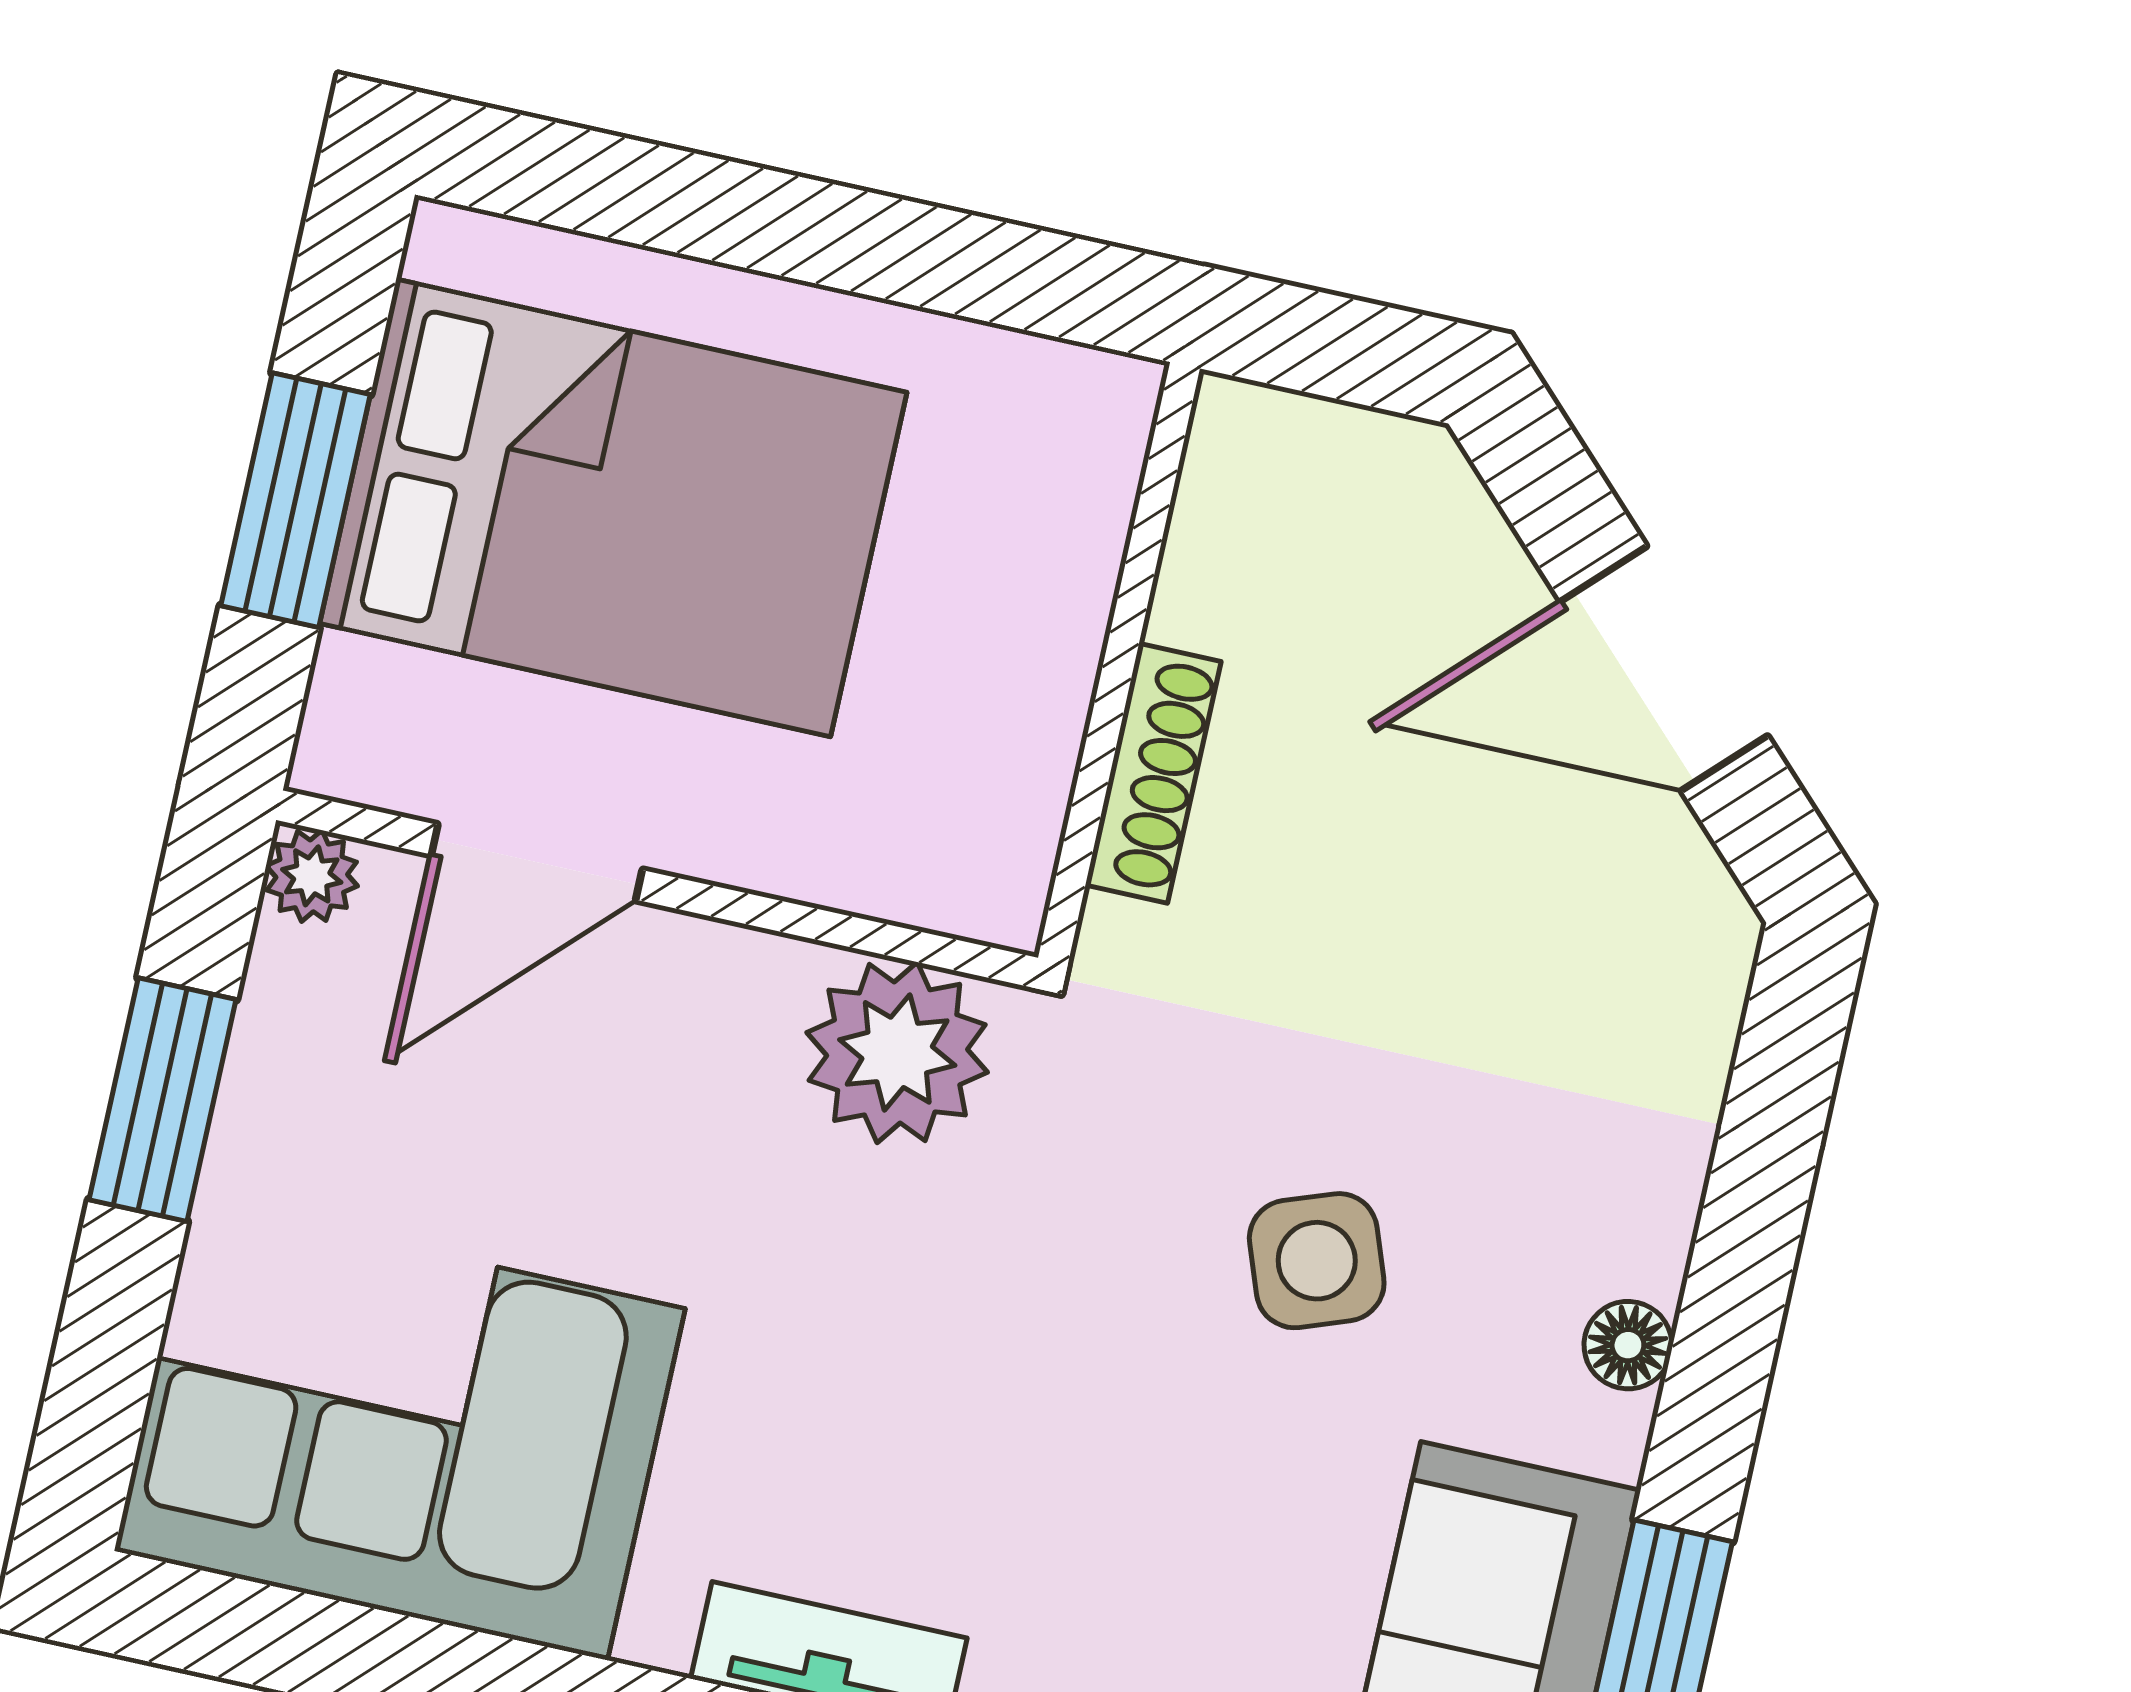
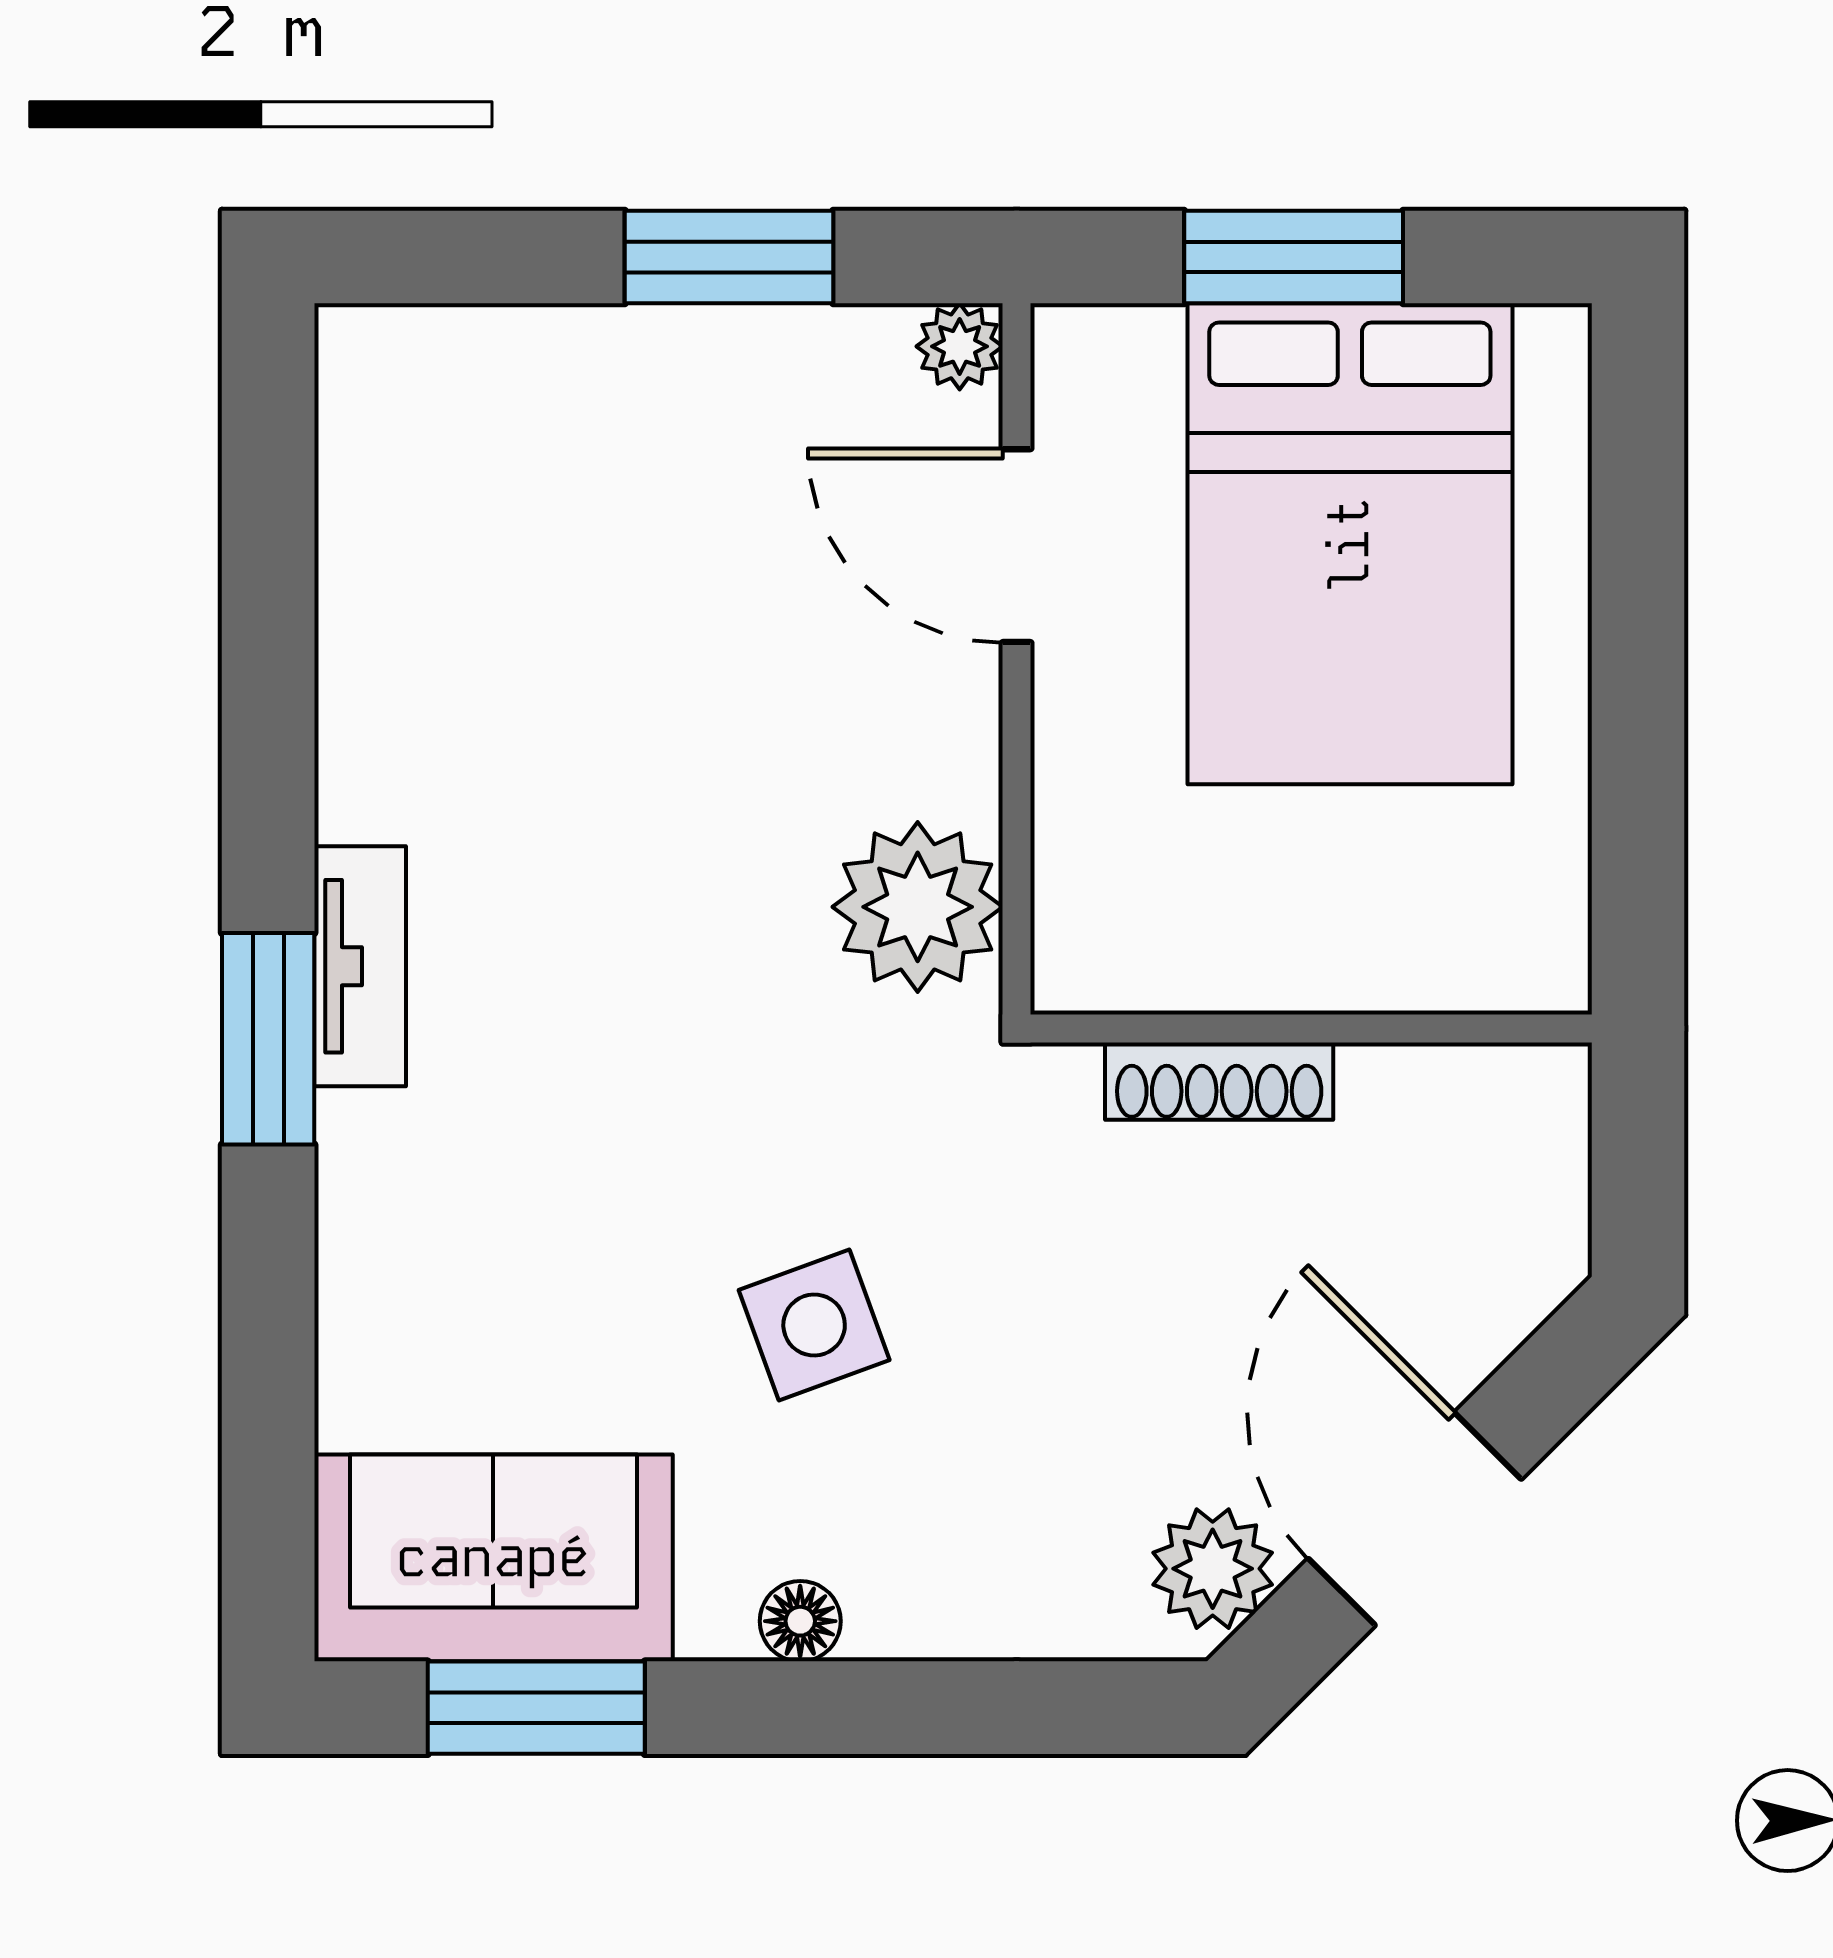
plant: (1669, 895) -> (1213, 1569), added
corner sofa: (400, 1430) -> (480, 535), removed

